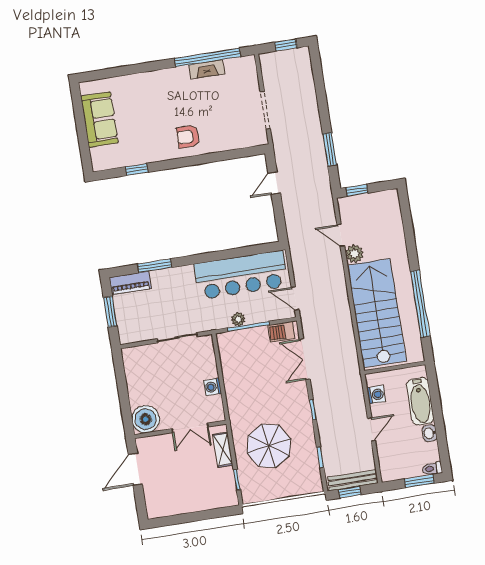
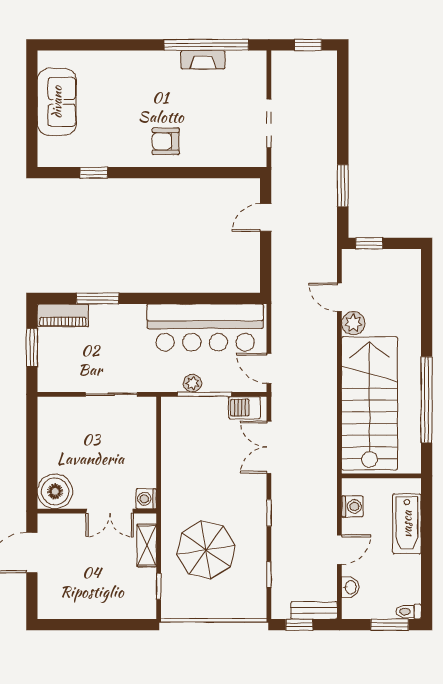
washing machine: (212, 387) -> (146, 499), moved
washbasin: (430, 433) -> (350, 587), moved, turned 180
bench: (353, 480) -> (314, 610), width x0.73

